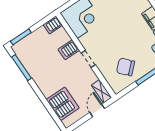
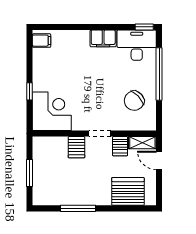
server rack: (53, 25) -> (120, 146), moved
window: (21, 37) -> (29, 173), moved
window: (22, 68) -> (78, 208), moved

